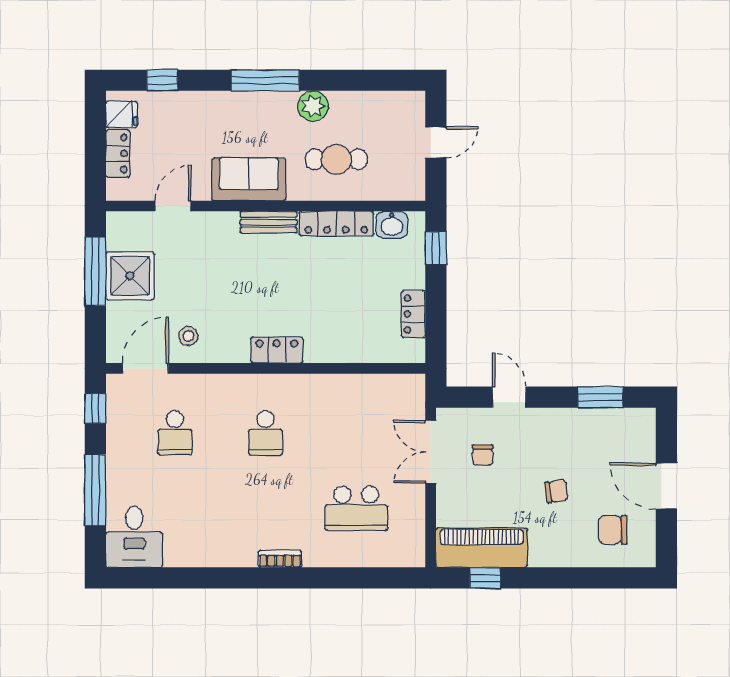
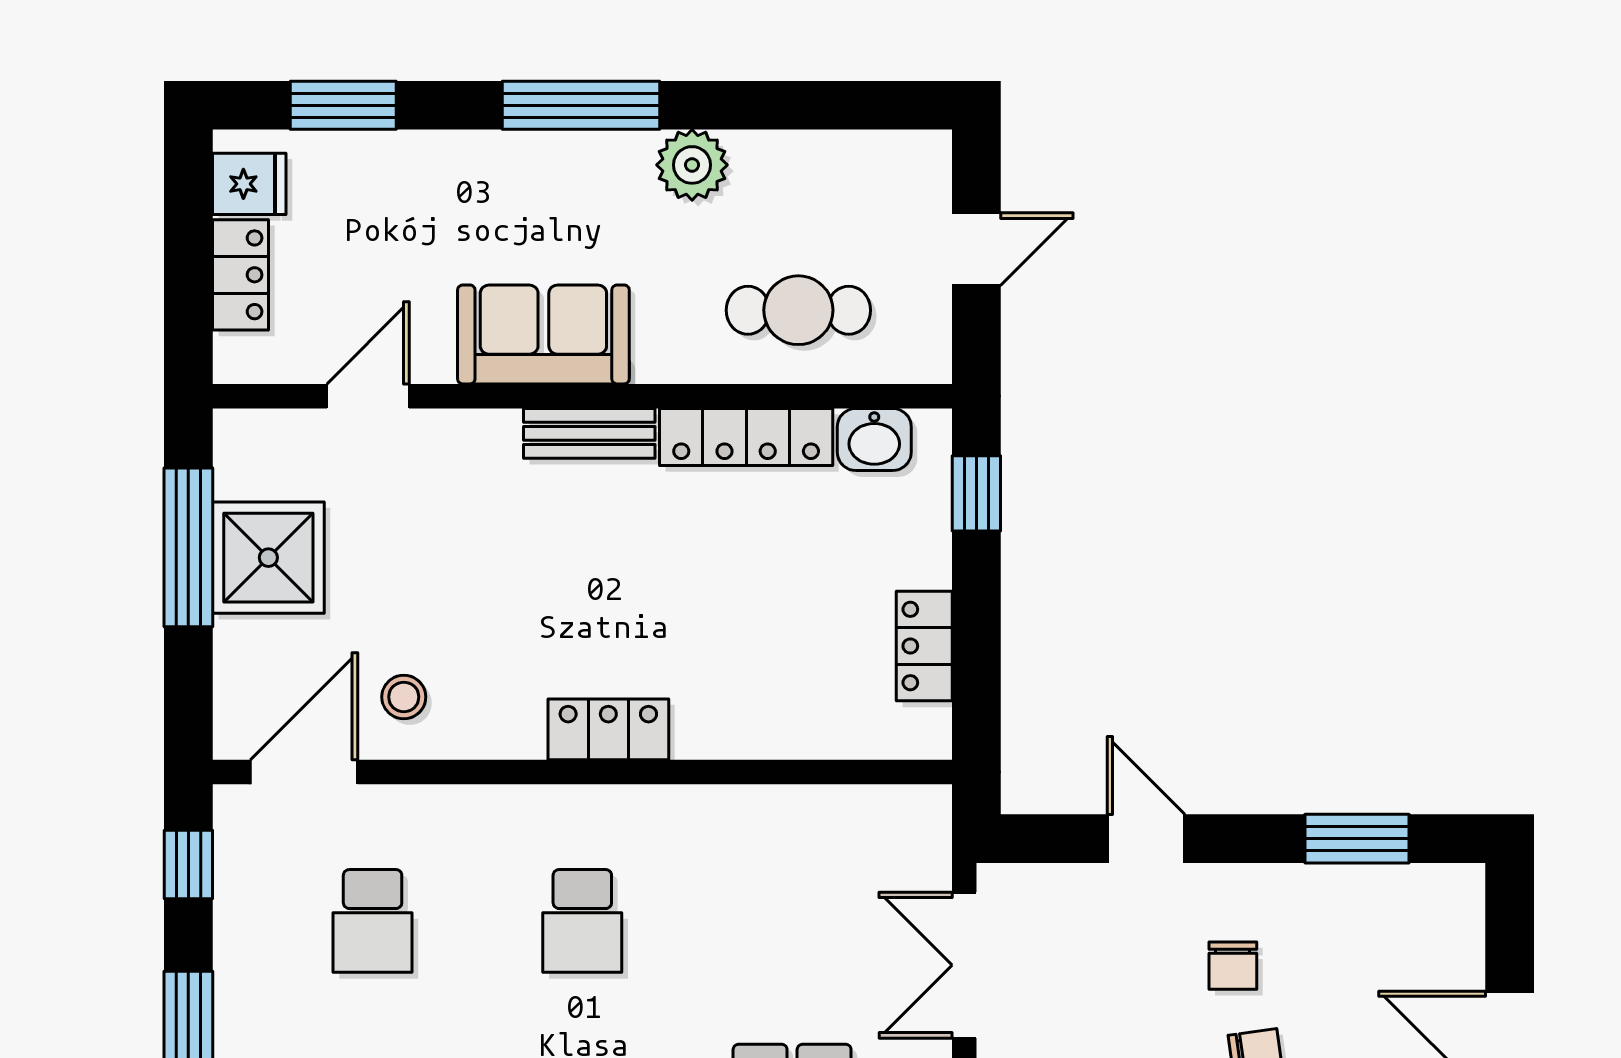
window: (162, 80) -> (343, 105), width x1.50
cafe table: (336, 159) -> (798, 310), moved
chair: (483, 455) -> (1233, 966), moved

